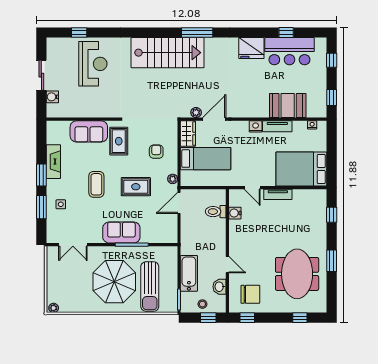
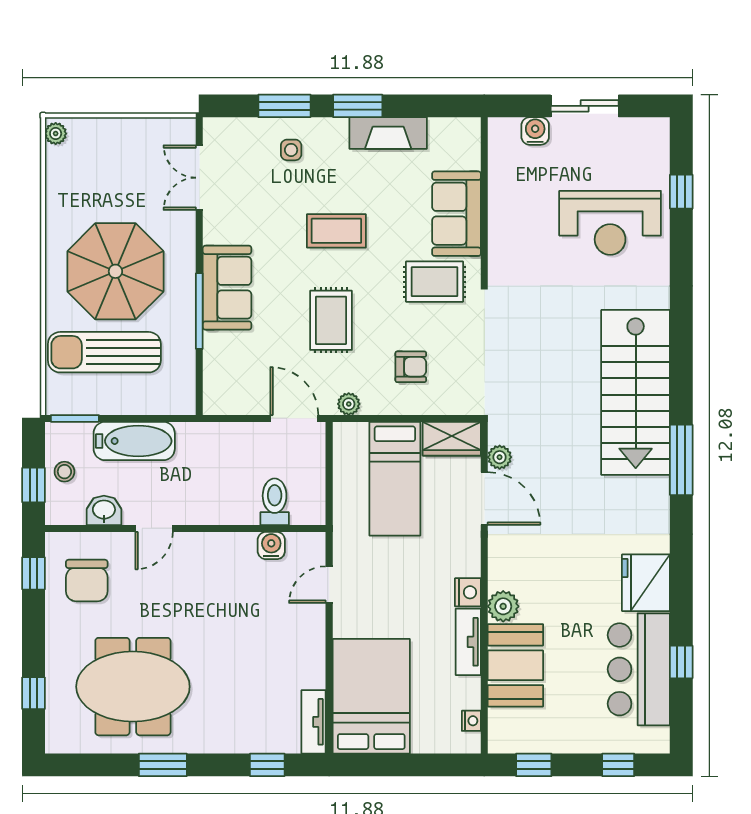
plant: (262, 111) -> (503, 606), added
tv unit: (278, 194) -> (314, 722), moved

